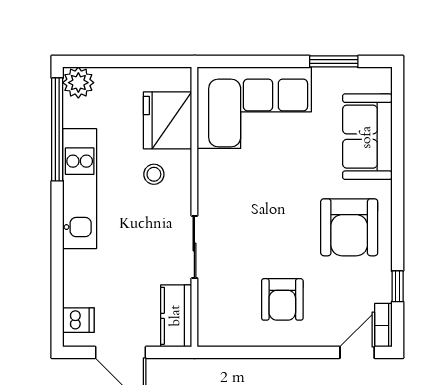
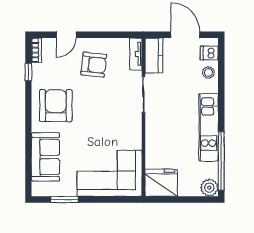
fridge: (168, 120) -> (161, 183), moved, turned -90
stool: (154, 174) -> (208, 73), moved
armchair: (282, 299) -> (94, 65), turned 97
tv unit: (208, 319) -> (136, 54), added
door: (357, 352) -> (66, 35), moved

